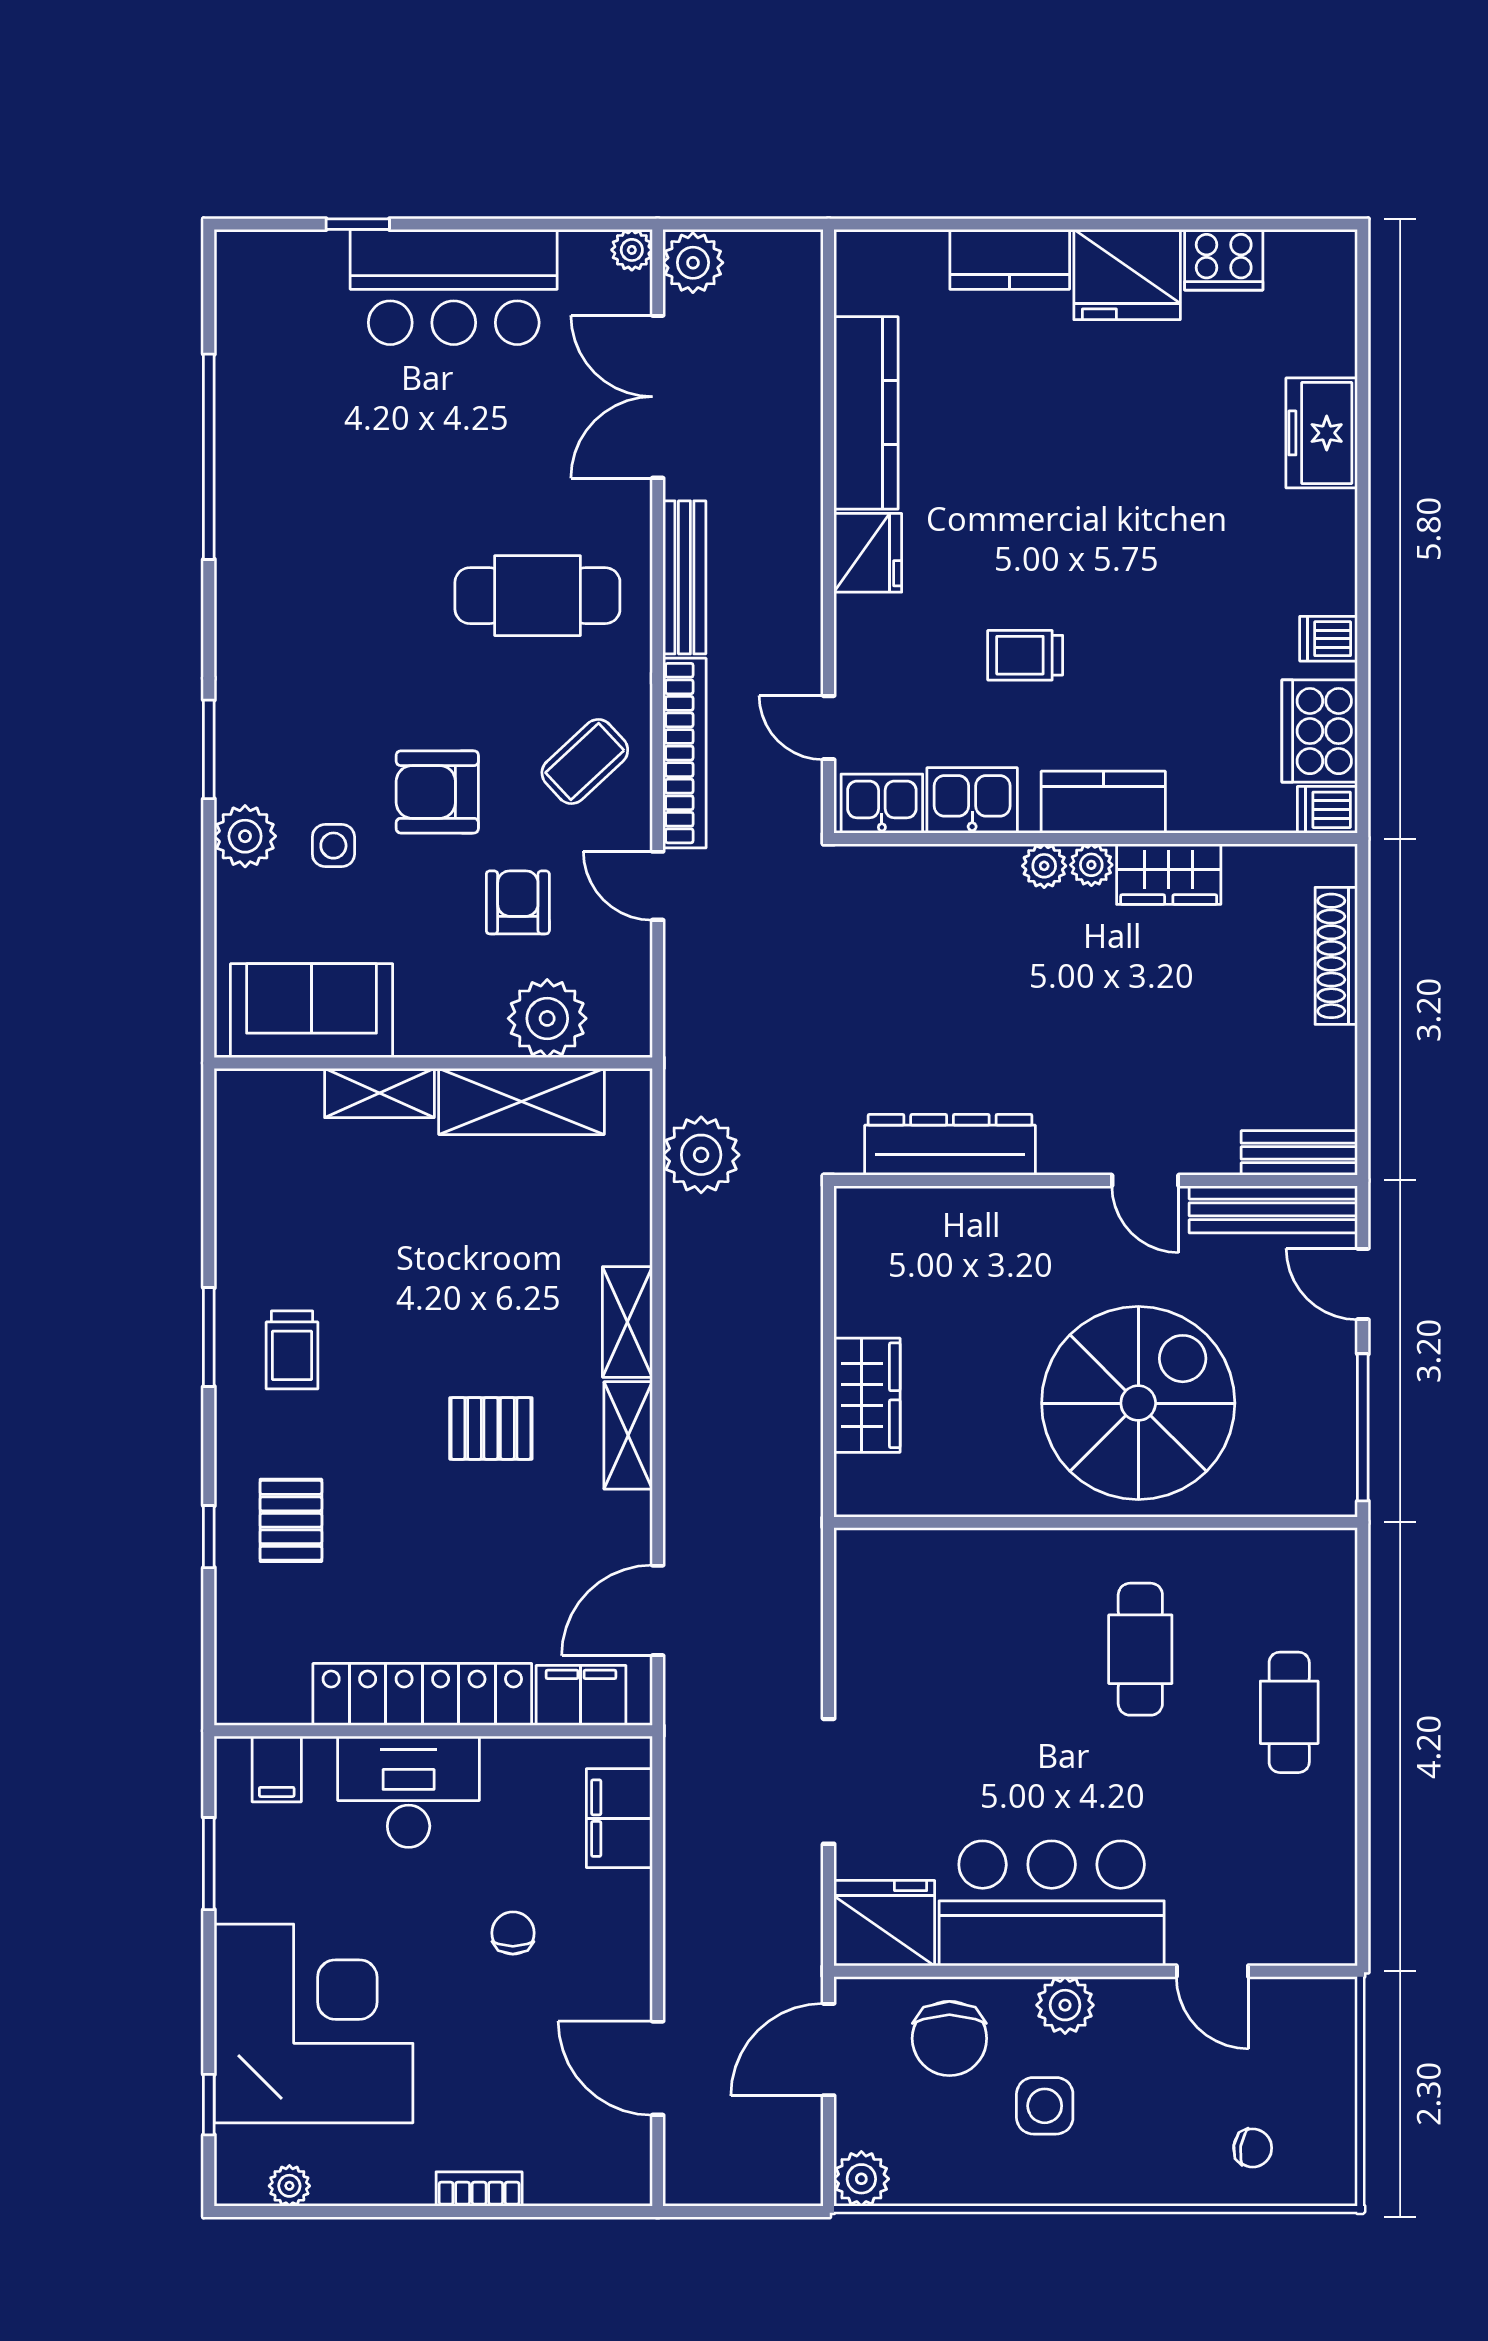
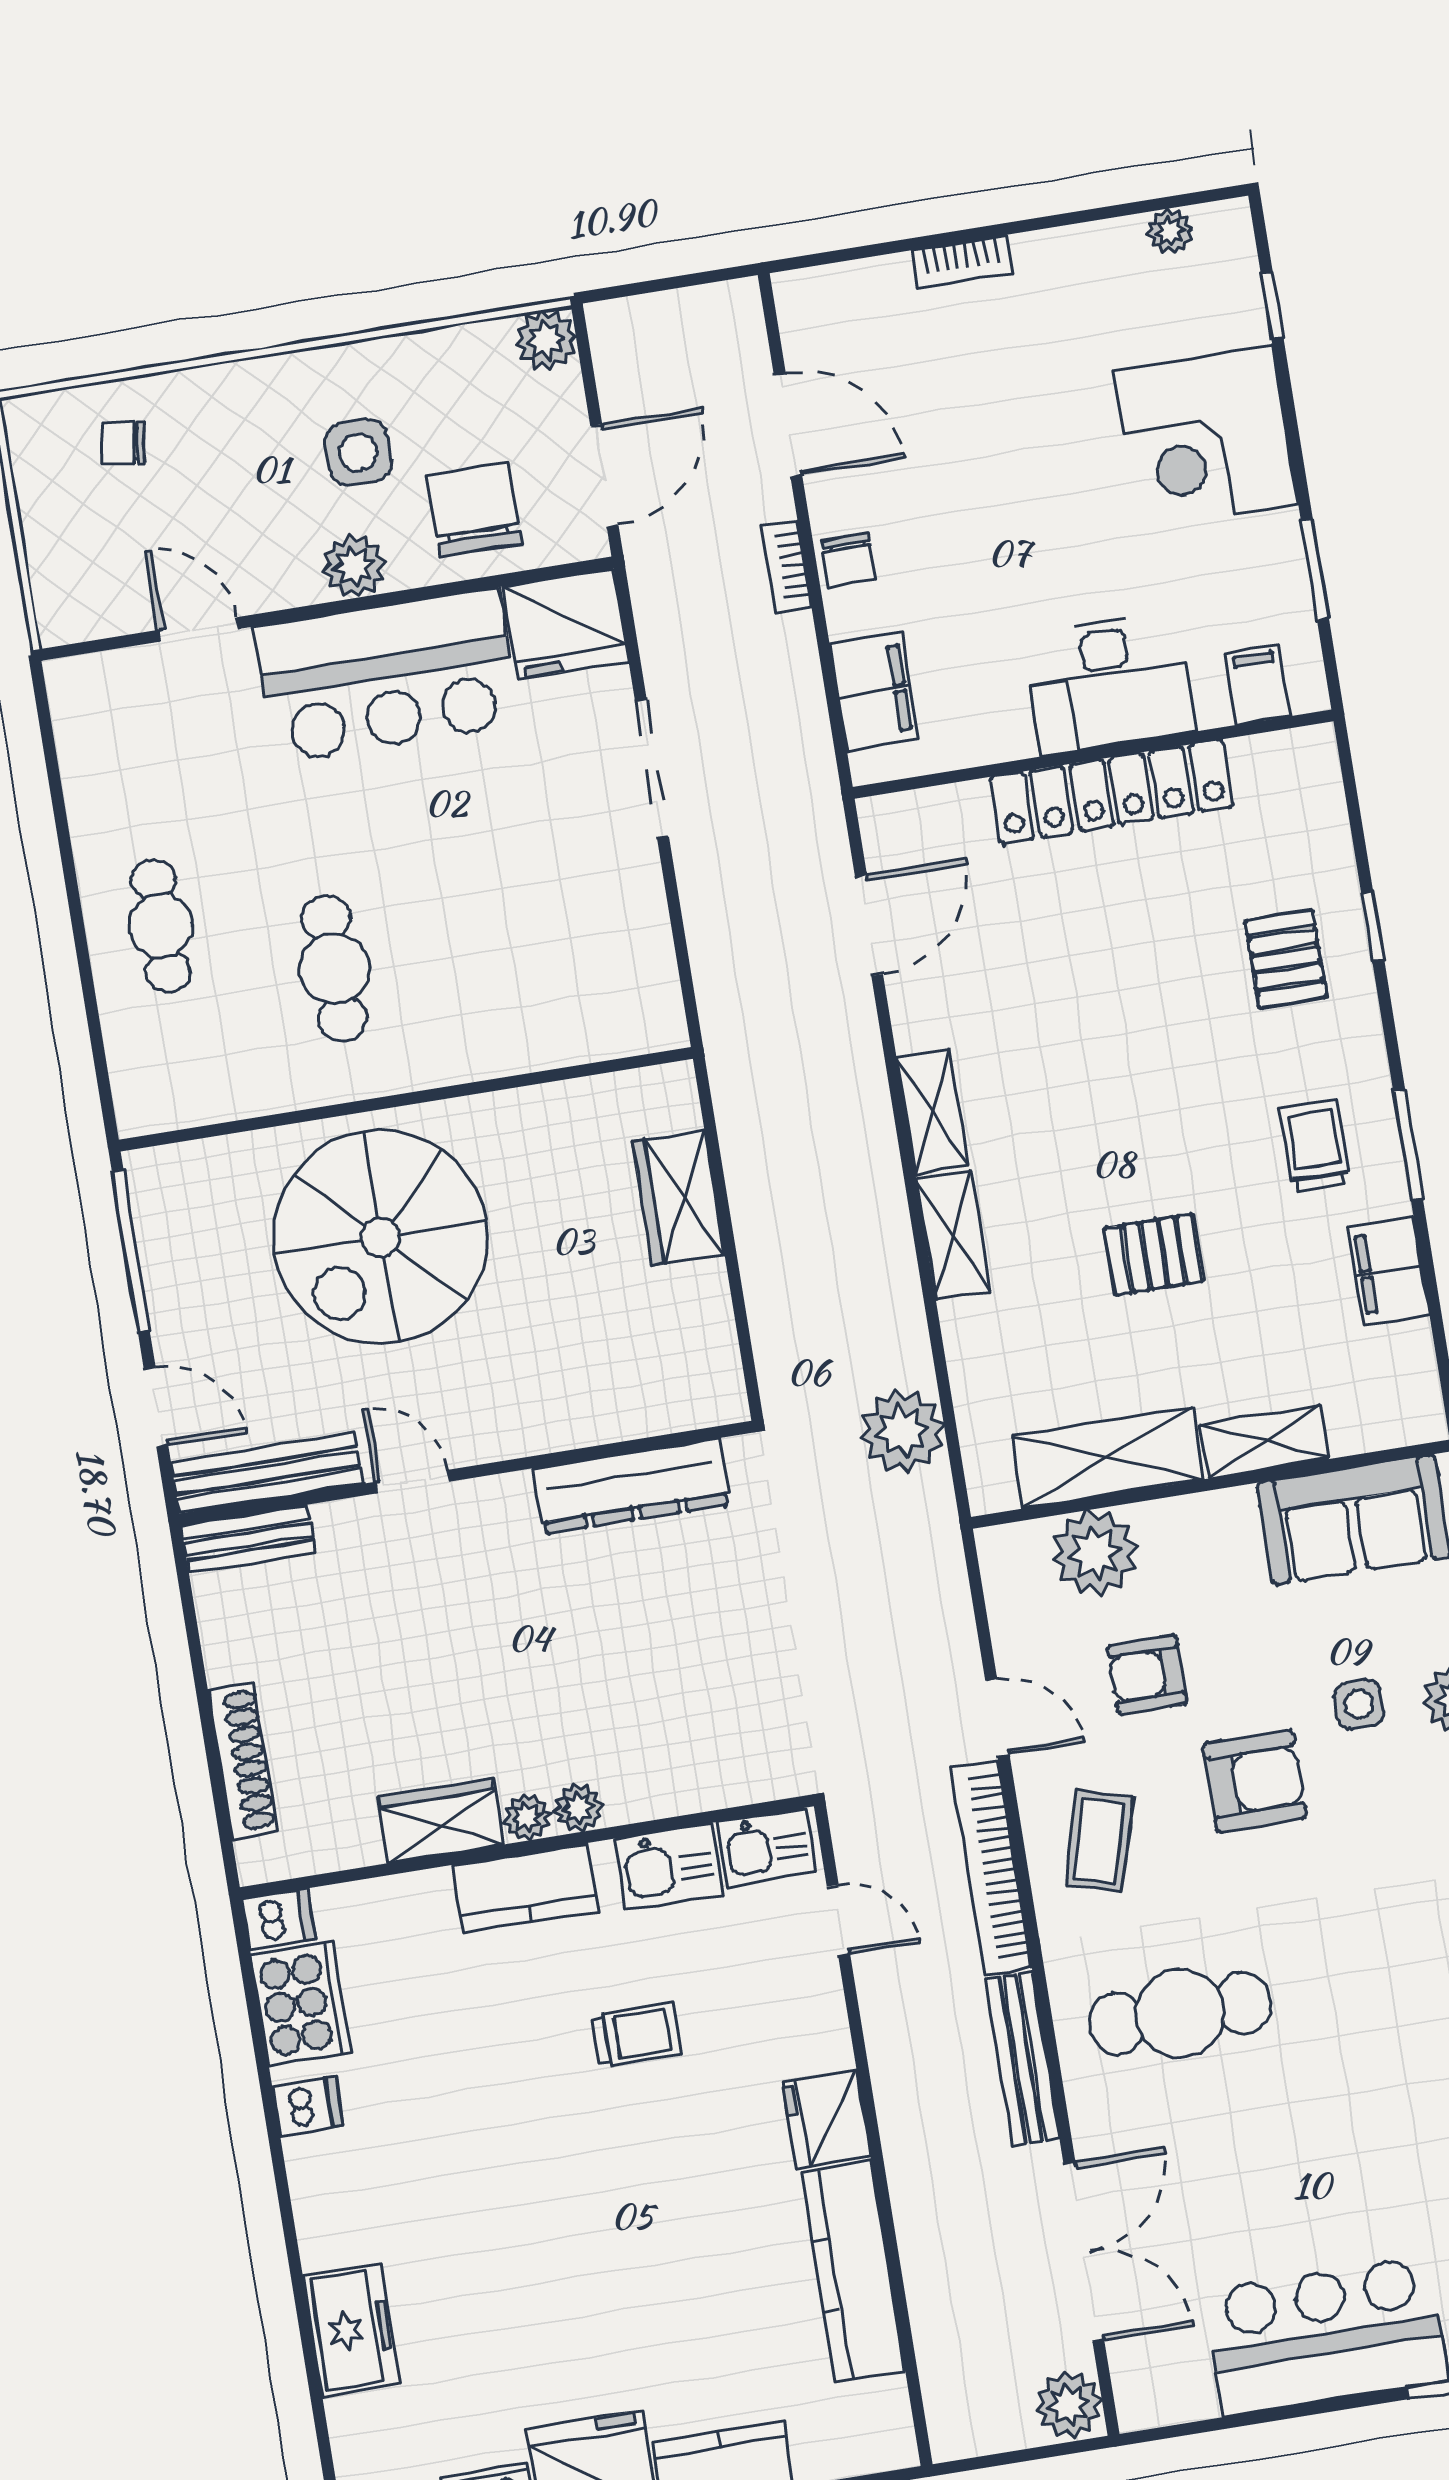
plant: (632, 250) -> (1138, 2408), removed
coffee table: (585, 761) -> (1099, 1841), turned -31
armchair: (518, 902) -> (1147, 1675), turned 90
pallet: (491, 1428) -> (1154, 1255), moved
filing cabinet: (581, 1695) -> (1389, 1271), moved, turned 90
chair: (513, 1933) -> (849, 560), moved
bookcase: (679, 1942) -> (787, 566), added
corner desk: (314, 2023) -> (1205, 437), width x0.74, depth x0.74

